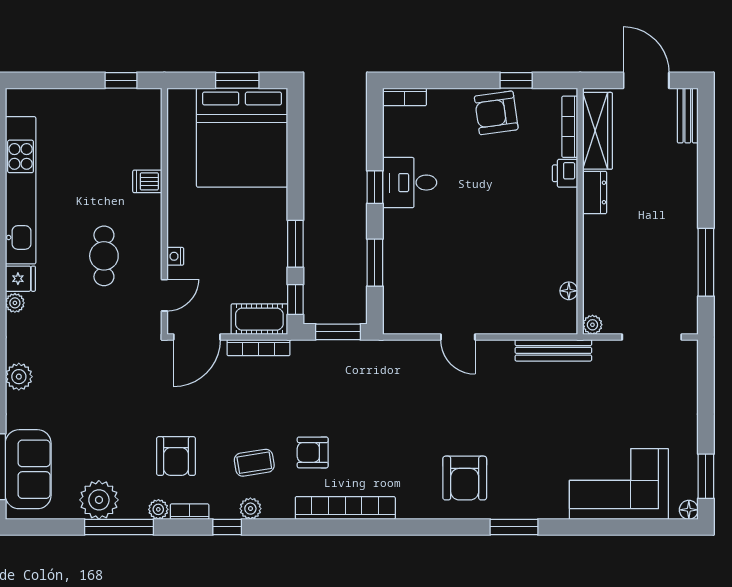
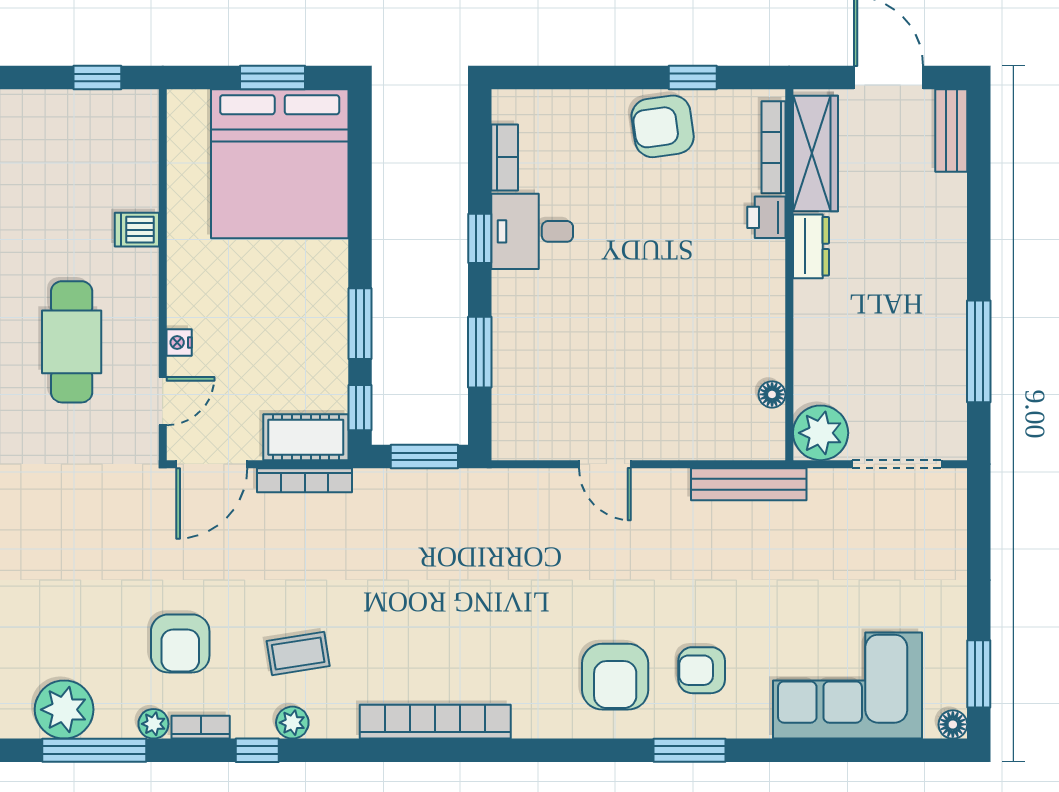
bookcase: (405, 97) -> (505, 157), moved, turned -90
cafe table: (104, 256) -> (72, 342), width x1.37, depth x1.35
plant: (592, 325) -> (821, 433), width x1.87, depth x1.87
armchair: (313, 452) -> (702, 670), moved

